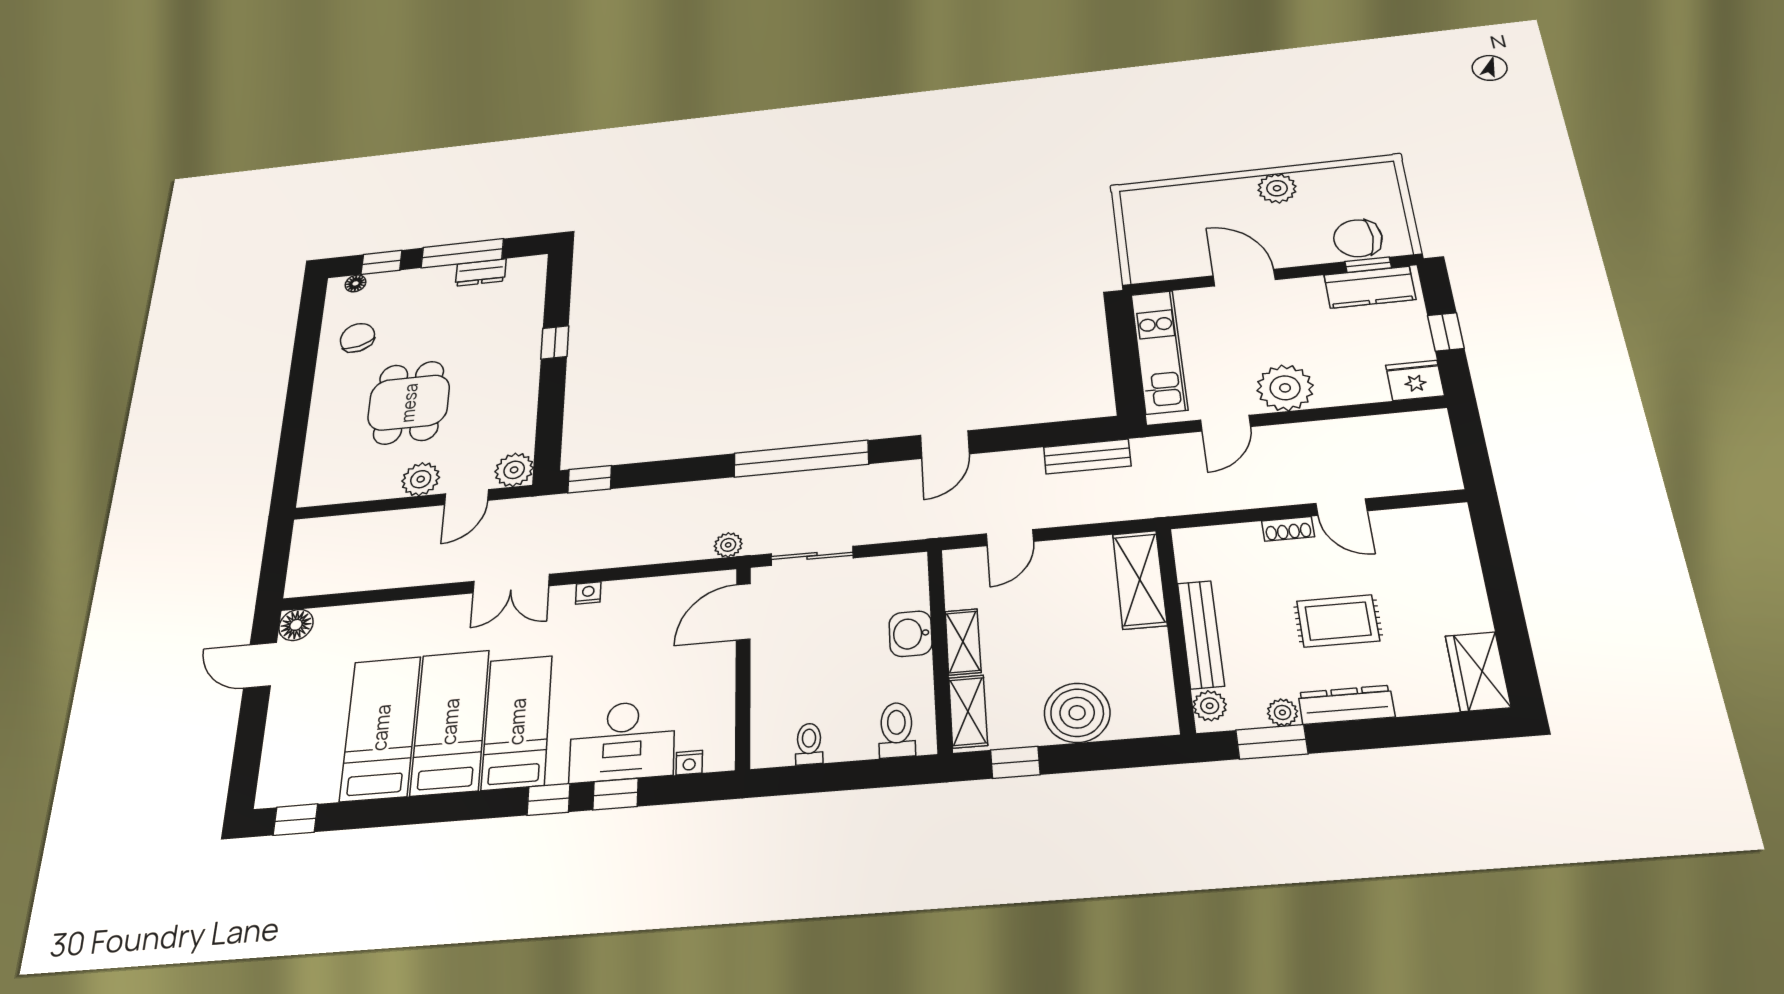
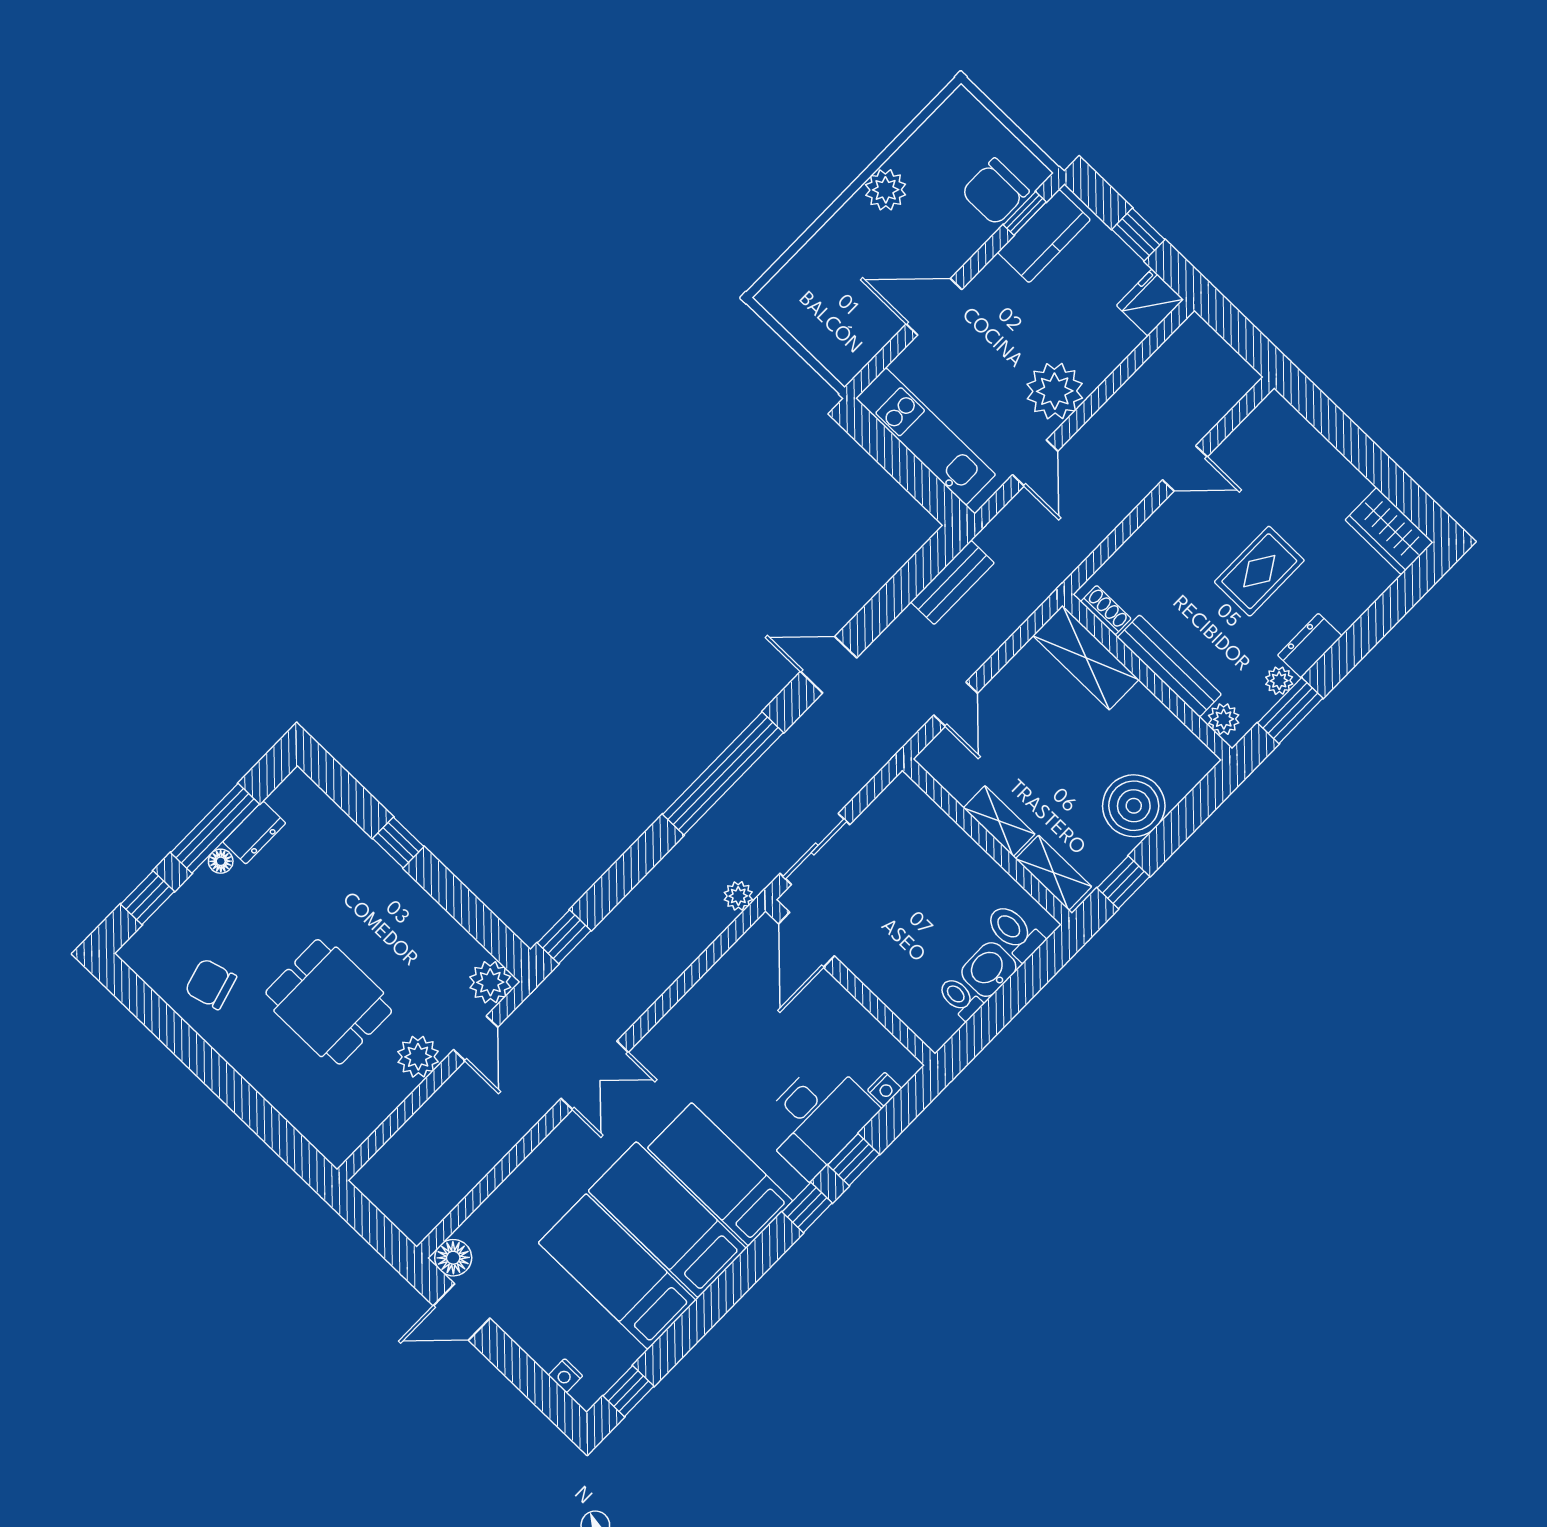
floor lamp: (356, 283) -> (221, 861), moved
door: (945, 445) -> (829, 665), swing flipped
shoe rack: (1288, 529) -> (1106, 610), moved, turned -90
nightstand: (588, 593) -> (565, 1376), moved, turned -90
washbasin: (911, 634) -> (989, 970), moved, turned 90
dresser: (1346, 705) -> (1310, 646), width x0.70

